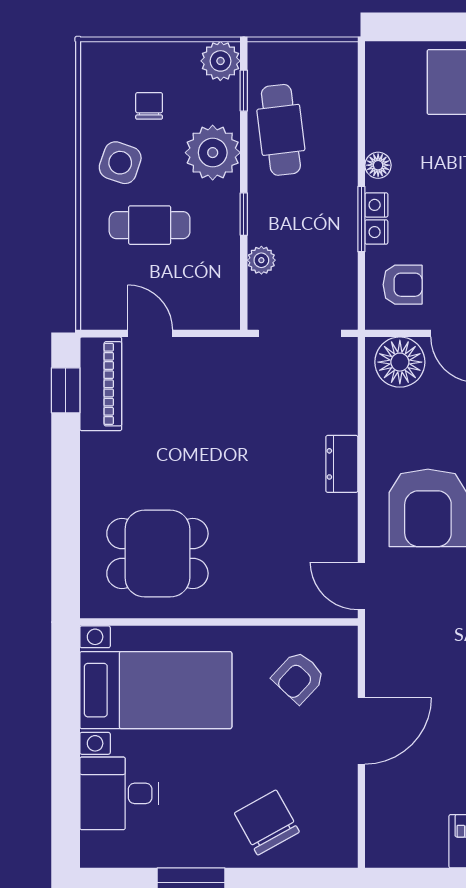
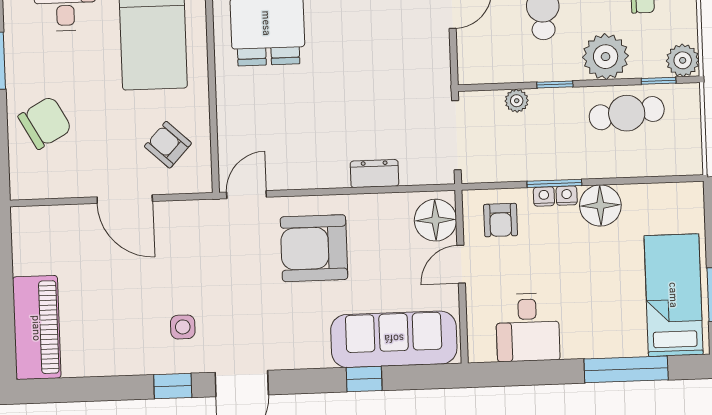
floor lamp: (378, 165) -> (600, 205), width x1.89, depth x1.89
dresser: (342, 464) -> (374, 174), moved

